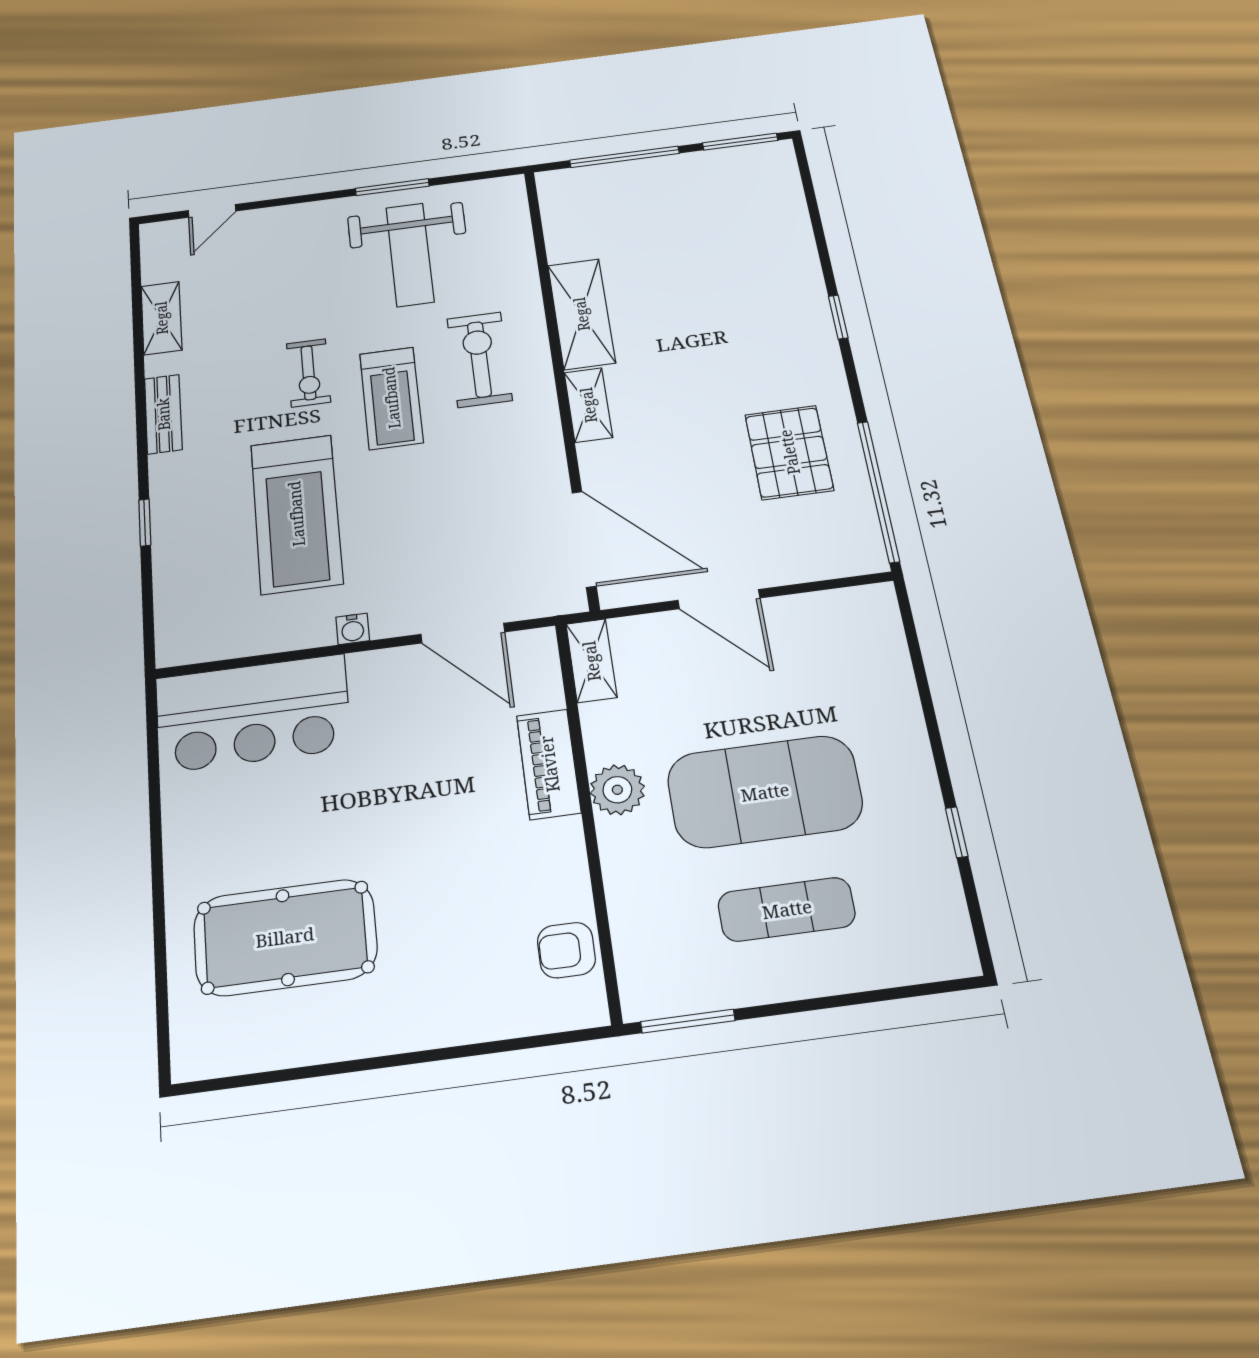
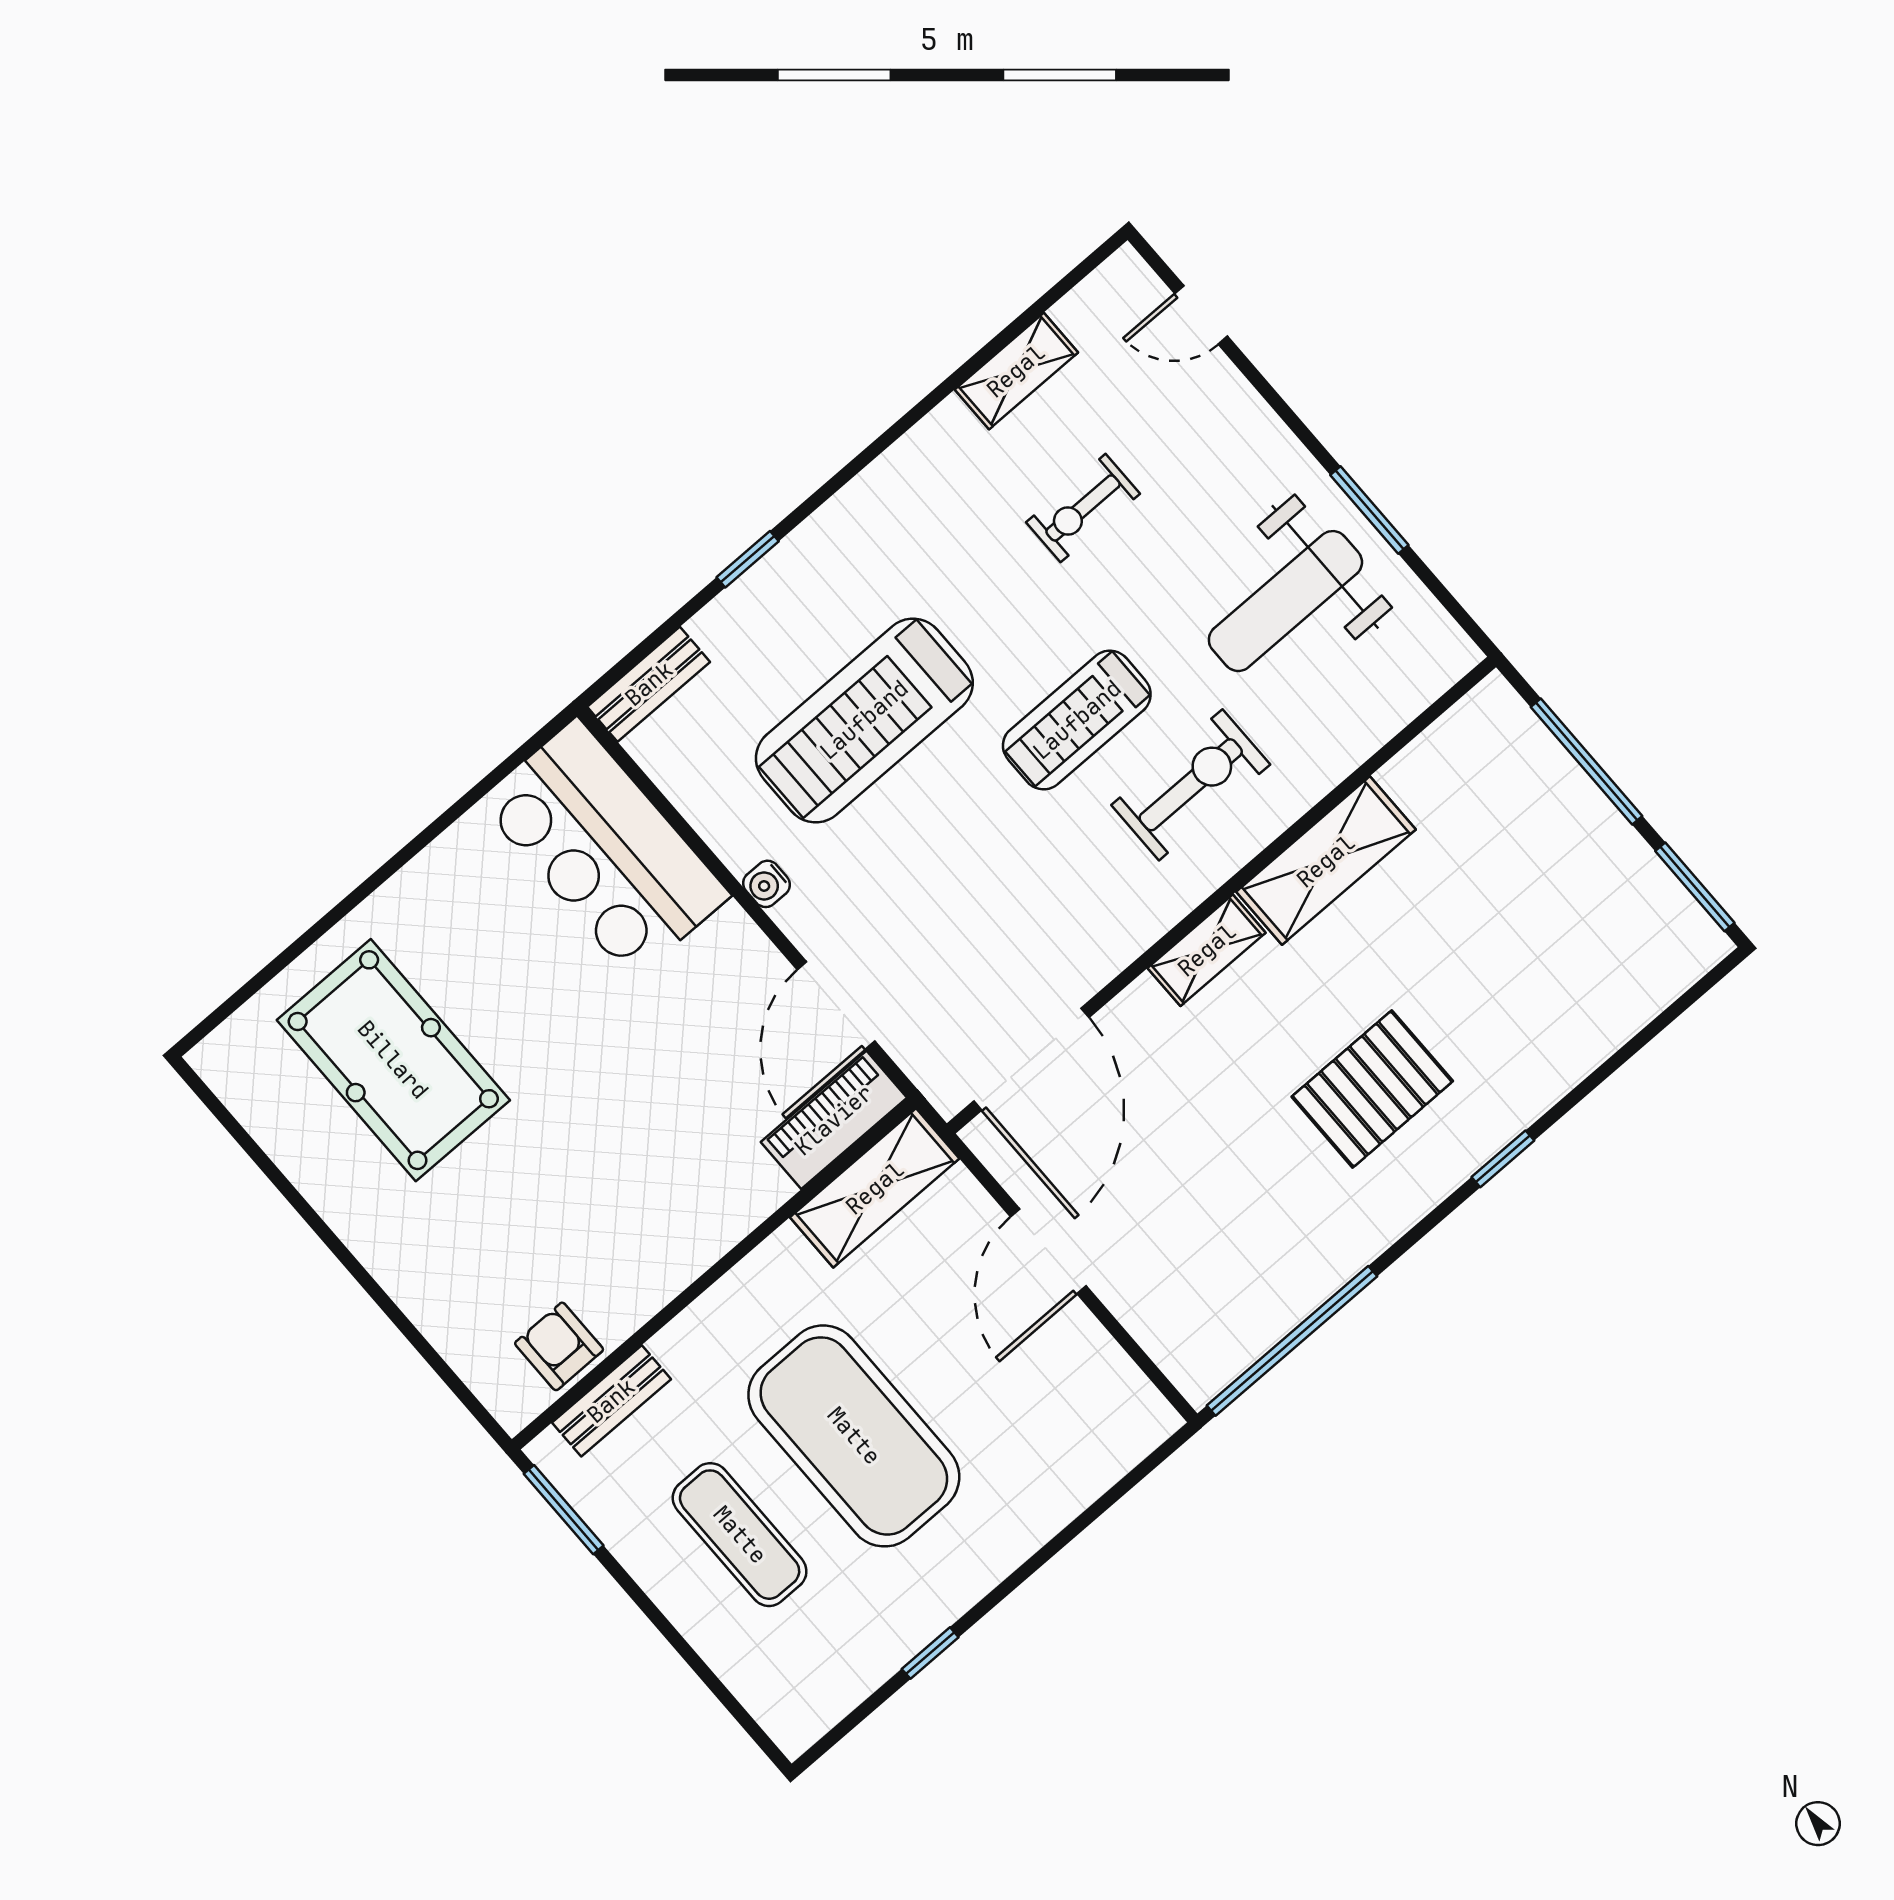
exercise bike: (309, 373) -> (1083, 508), moved
bench: (163, 414) -> (649, 684), moved
pallet: (789, 452) -> (1372, 1089), moved
shelving: (591, 661) -> (875, 1188), width x1.50, depth x1.33
piano: (549, 764) -> (834, 1120), moved
plant: (617, 790) -> (761, 1286), removed
bench: (630, 938) -> (611, 1401), added

